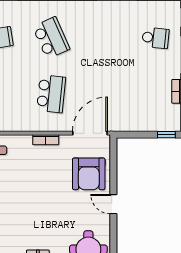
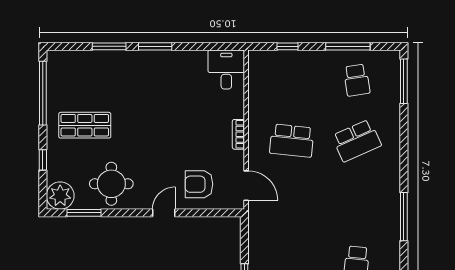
door: (90, 133) -> (246, 186), width x0.73
armchair: (89, 174) -> (199, 184), width x0.73, depth x0.73

